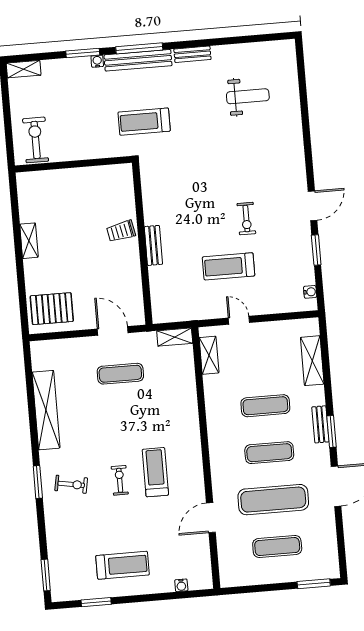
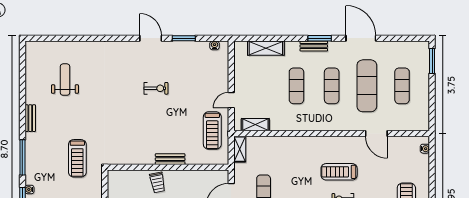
bench: (138, 60) -> (31, 159), removed
treadmill: (229, 266) -> (212, 131), moved
water cooler: (181, 585) -> (425, 149), moved

